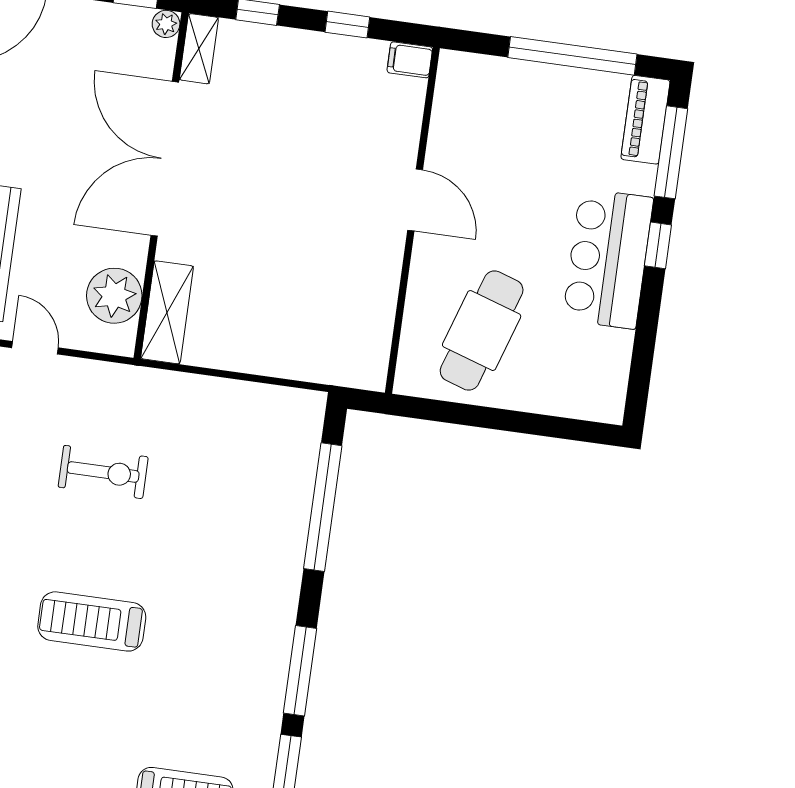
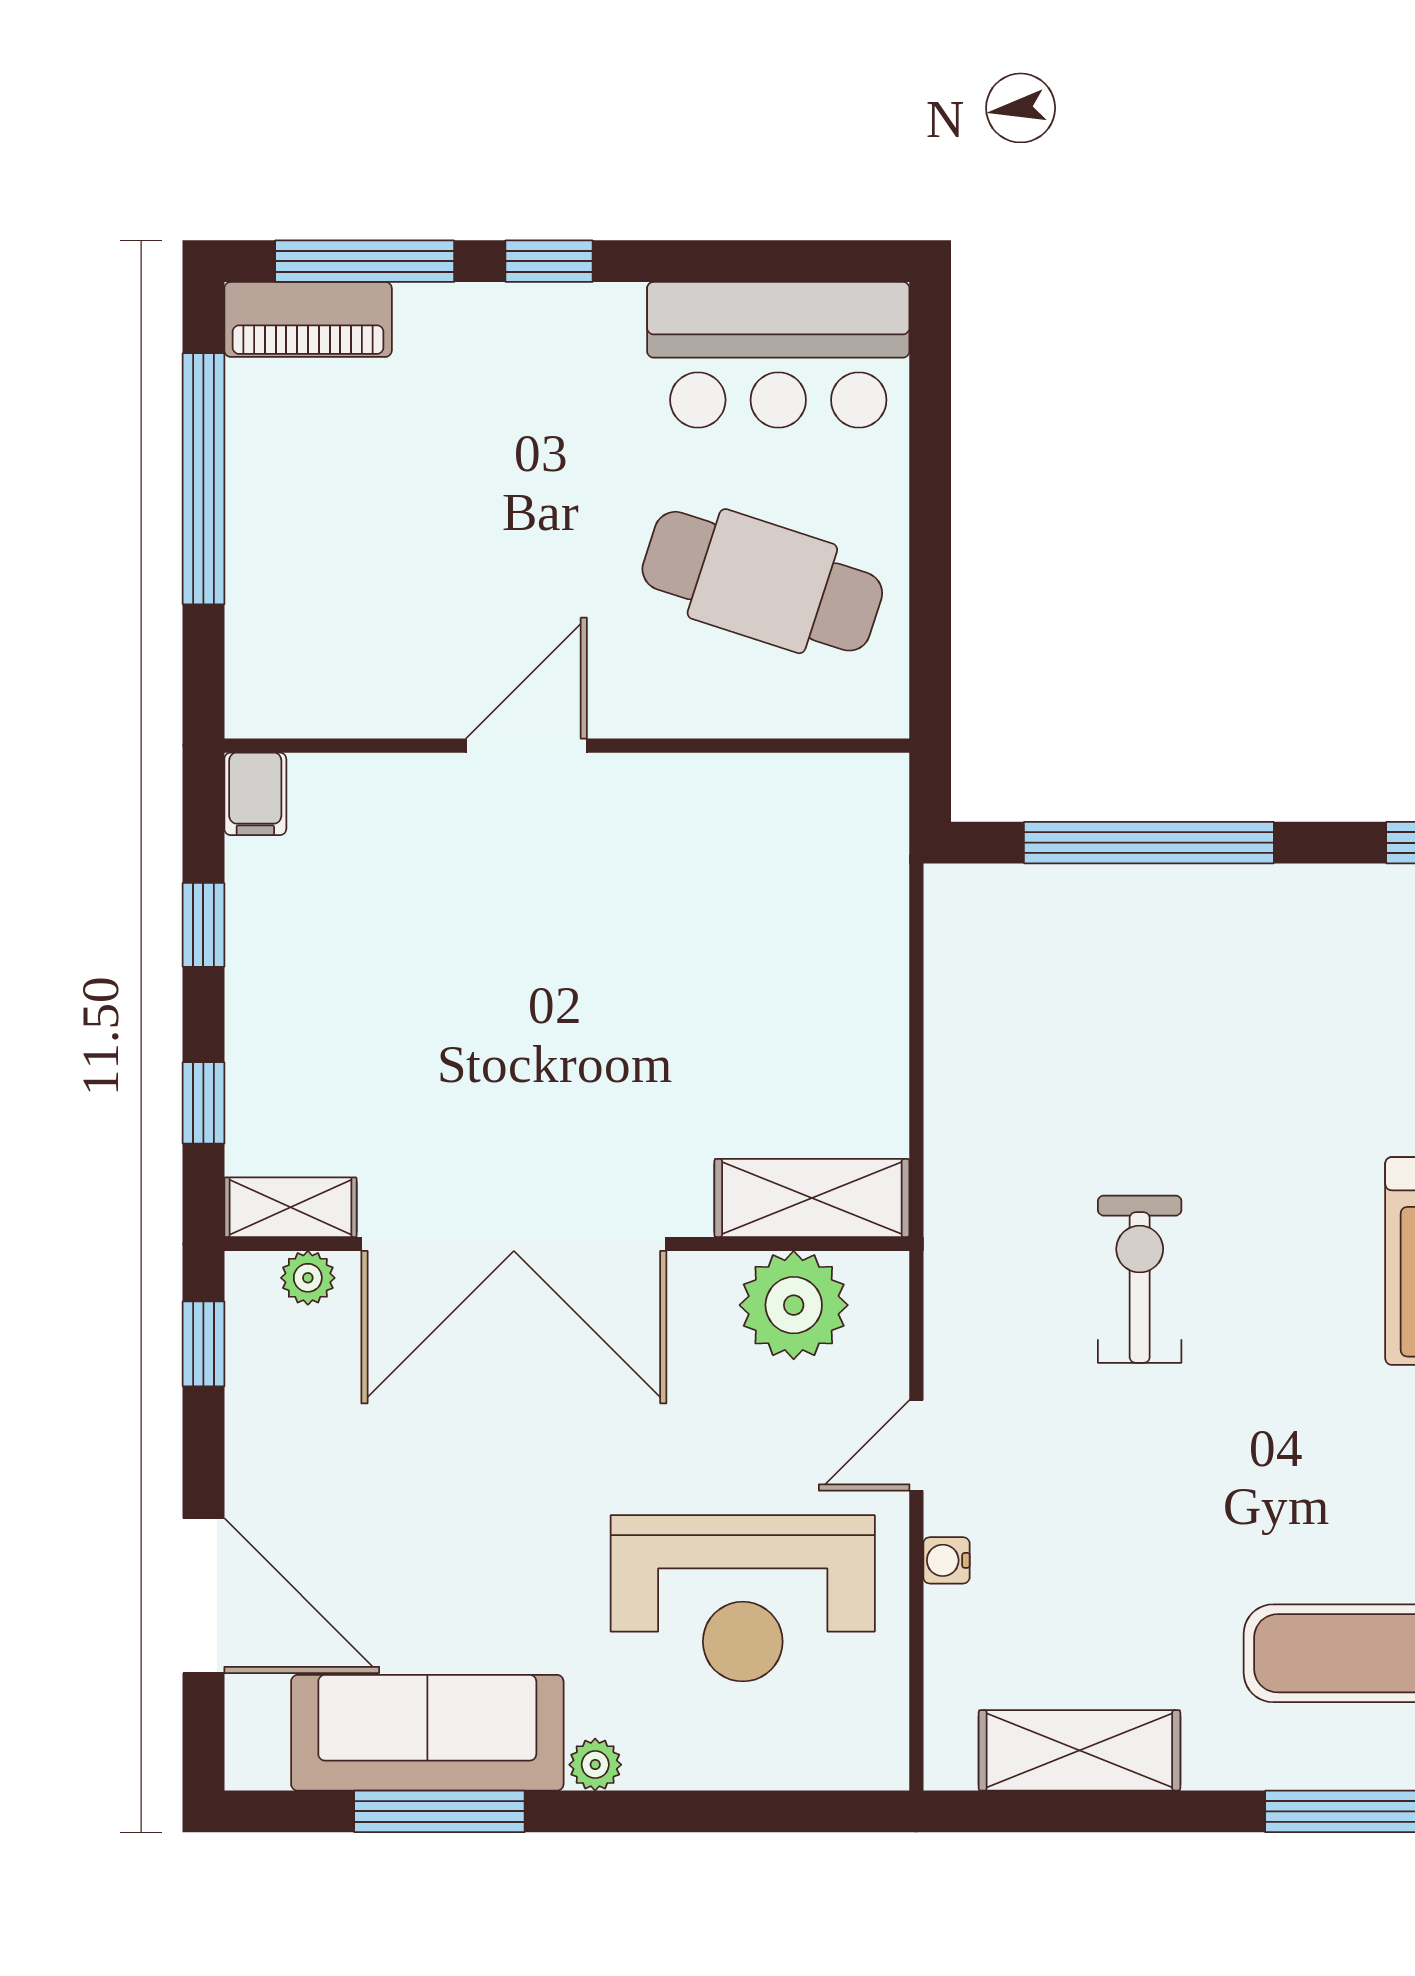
plant: (166, 24) -> (308, 1278), moved
bar counter: (608, 259) -> (778, 355), moved

